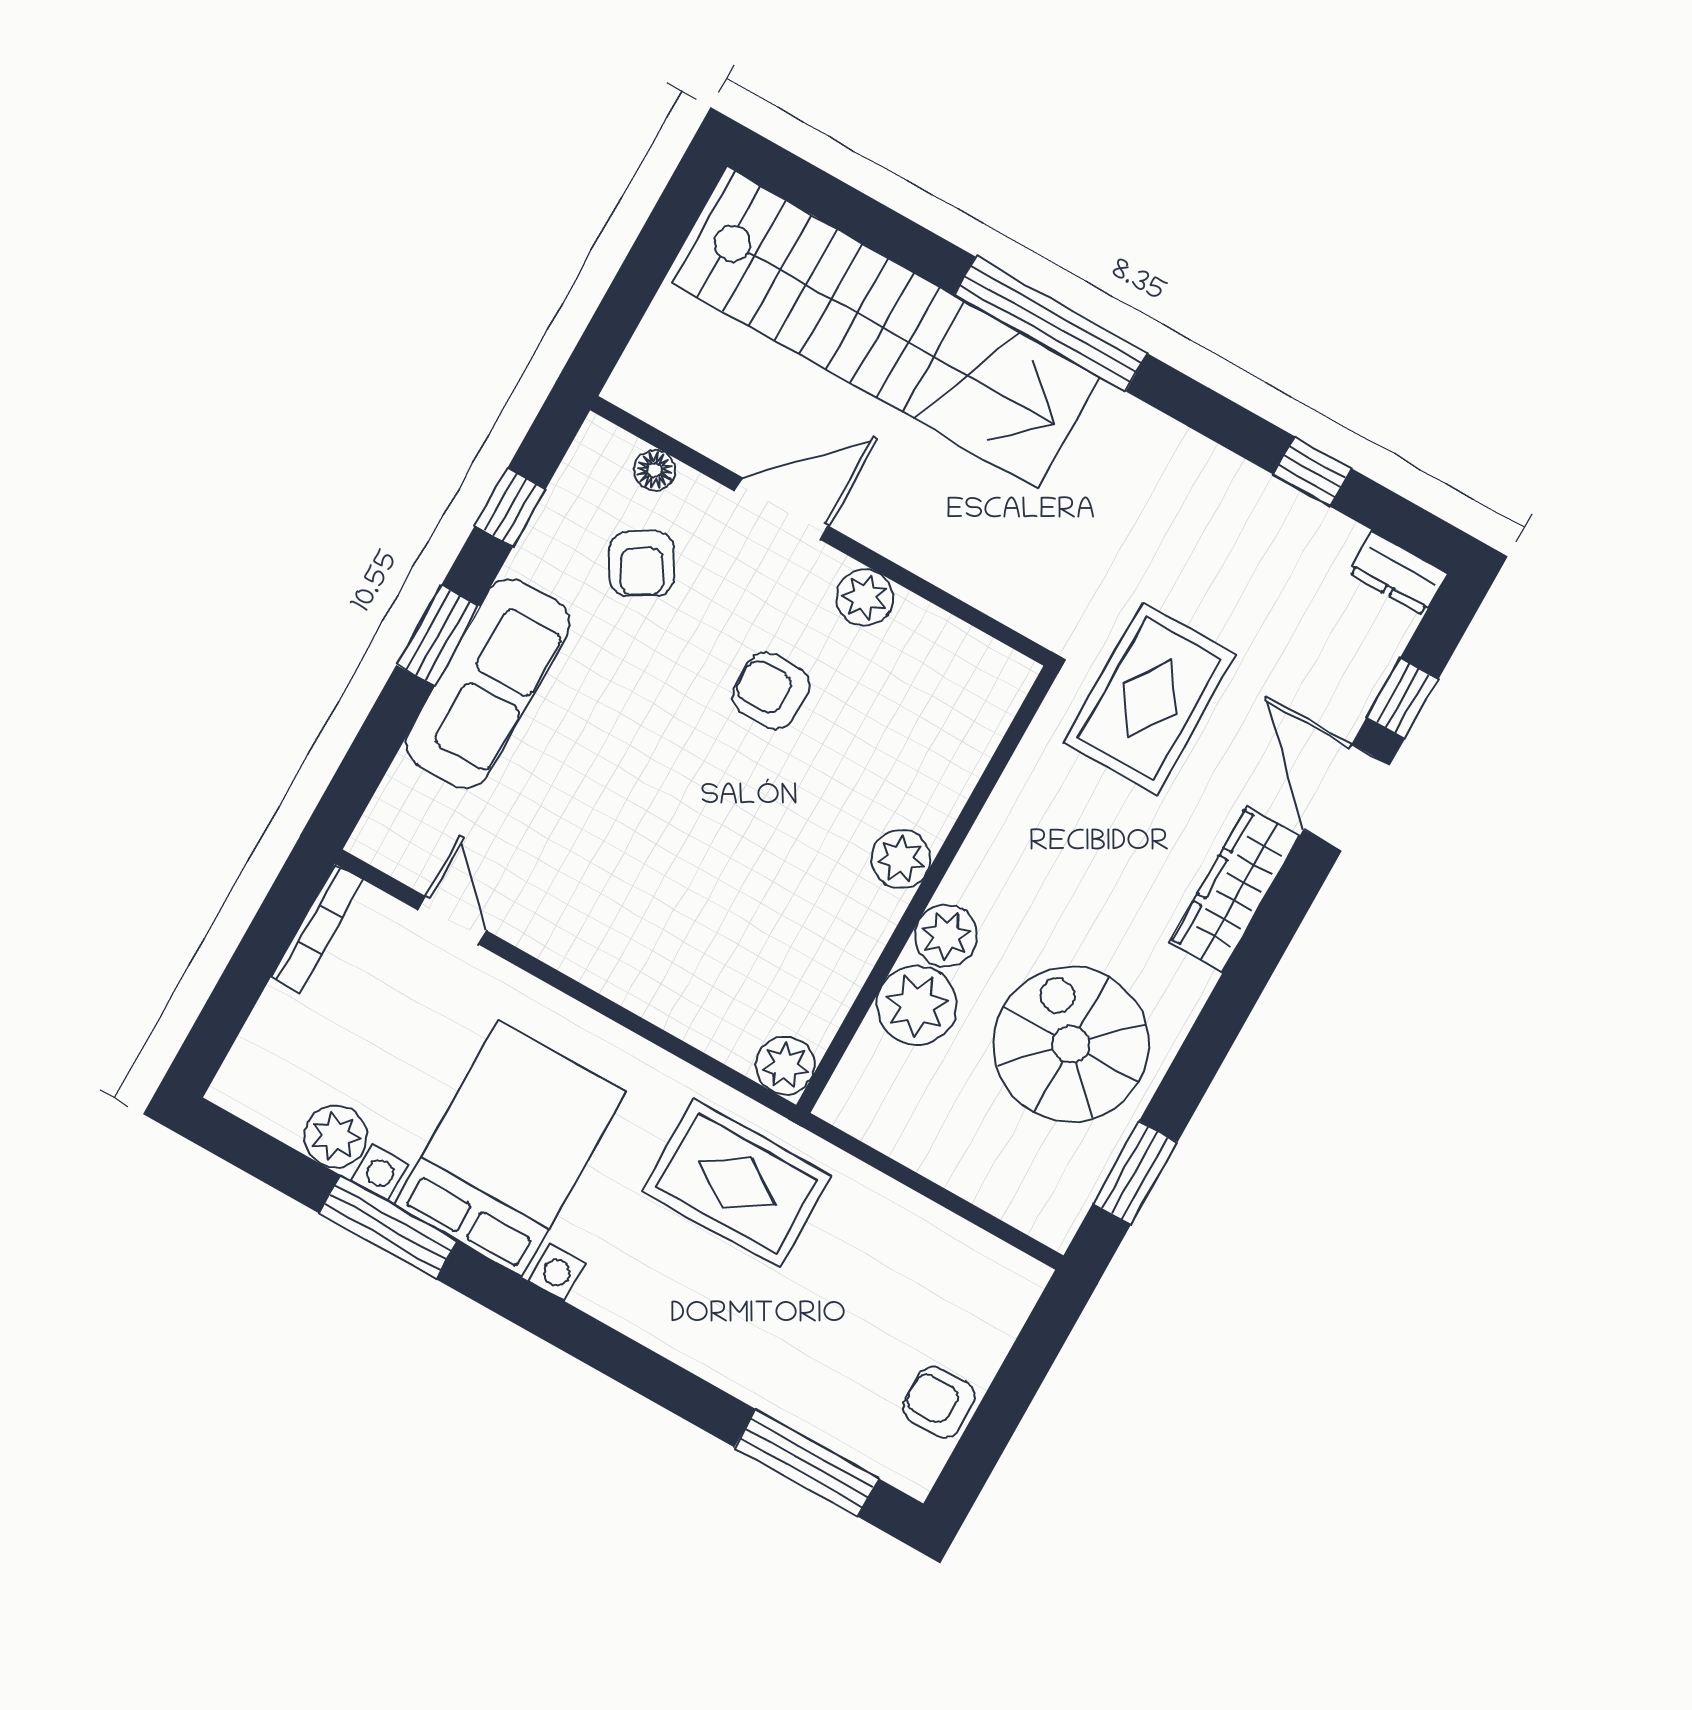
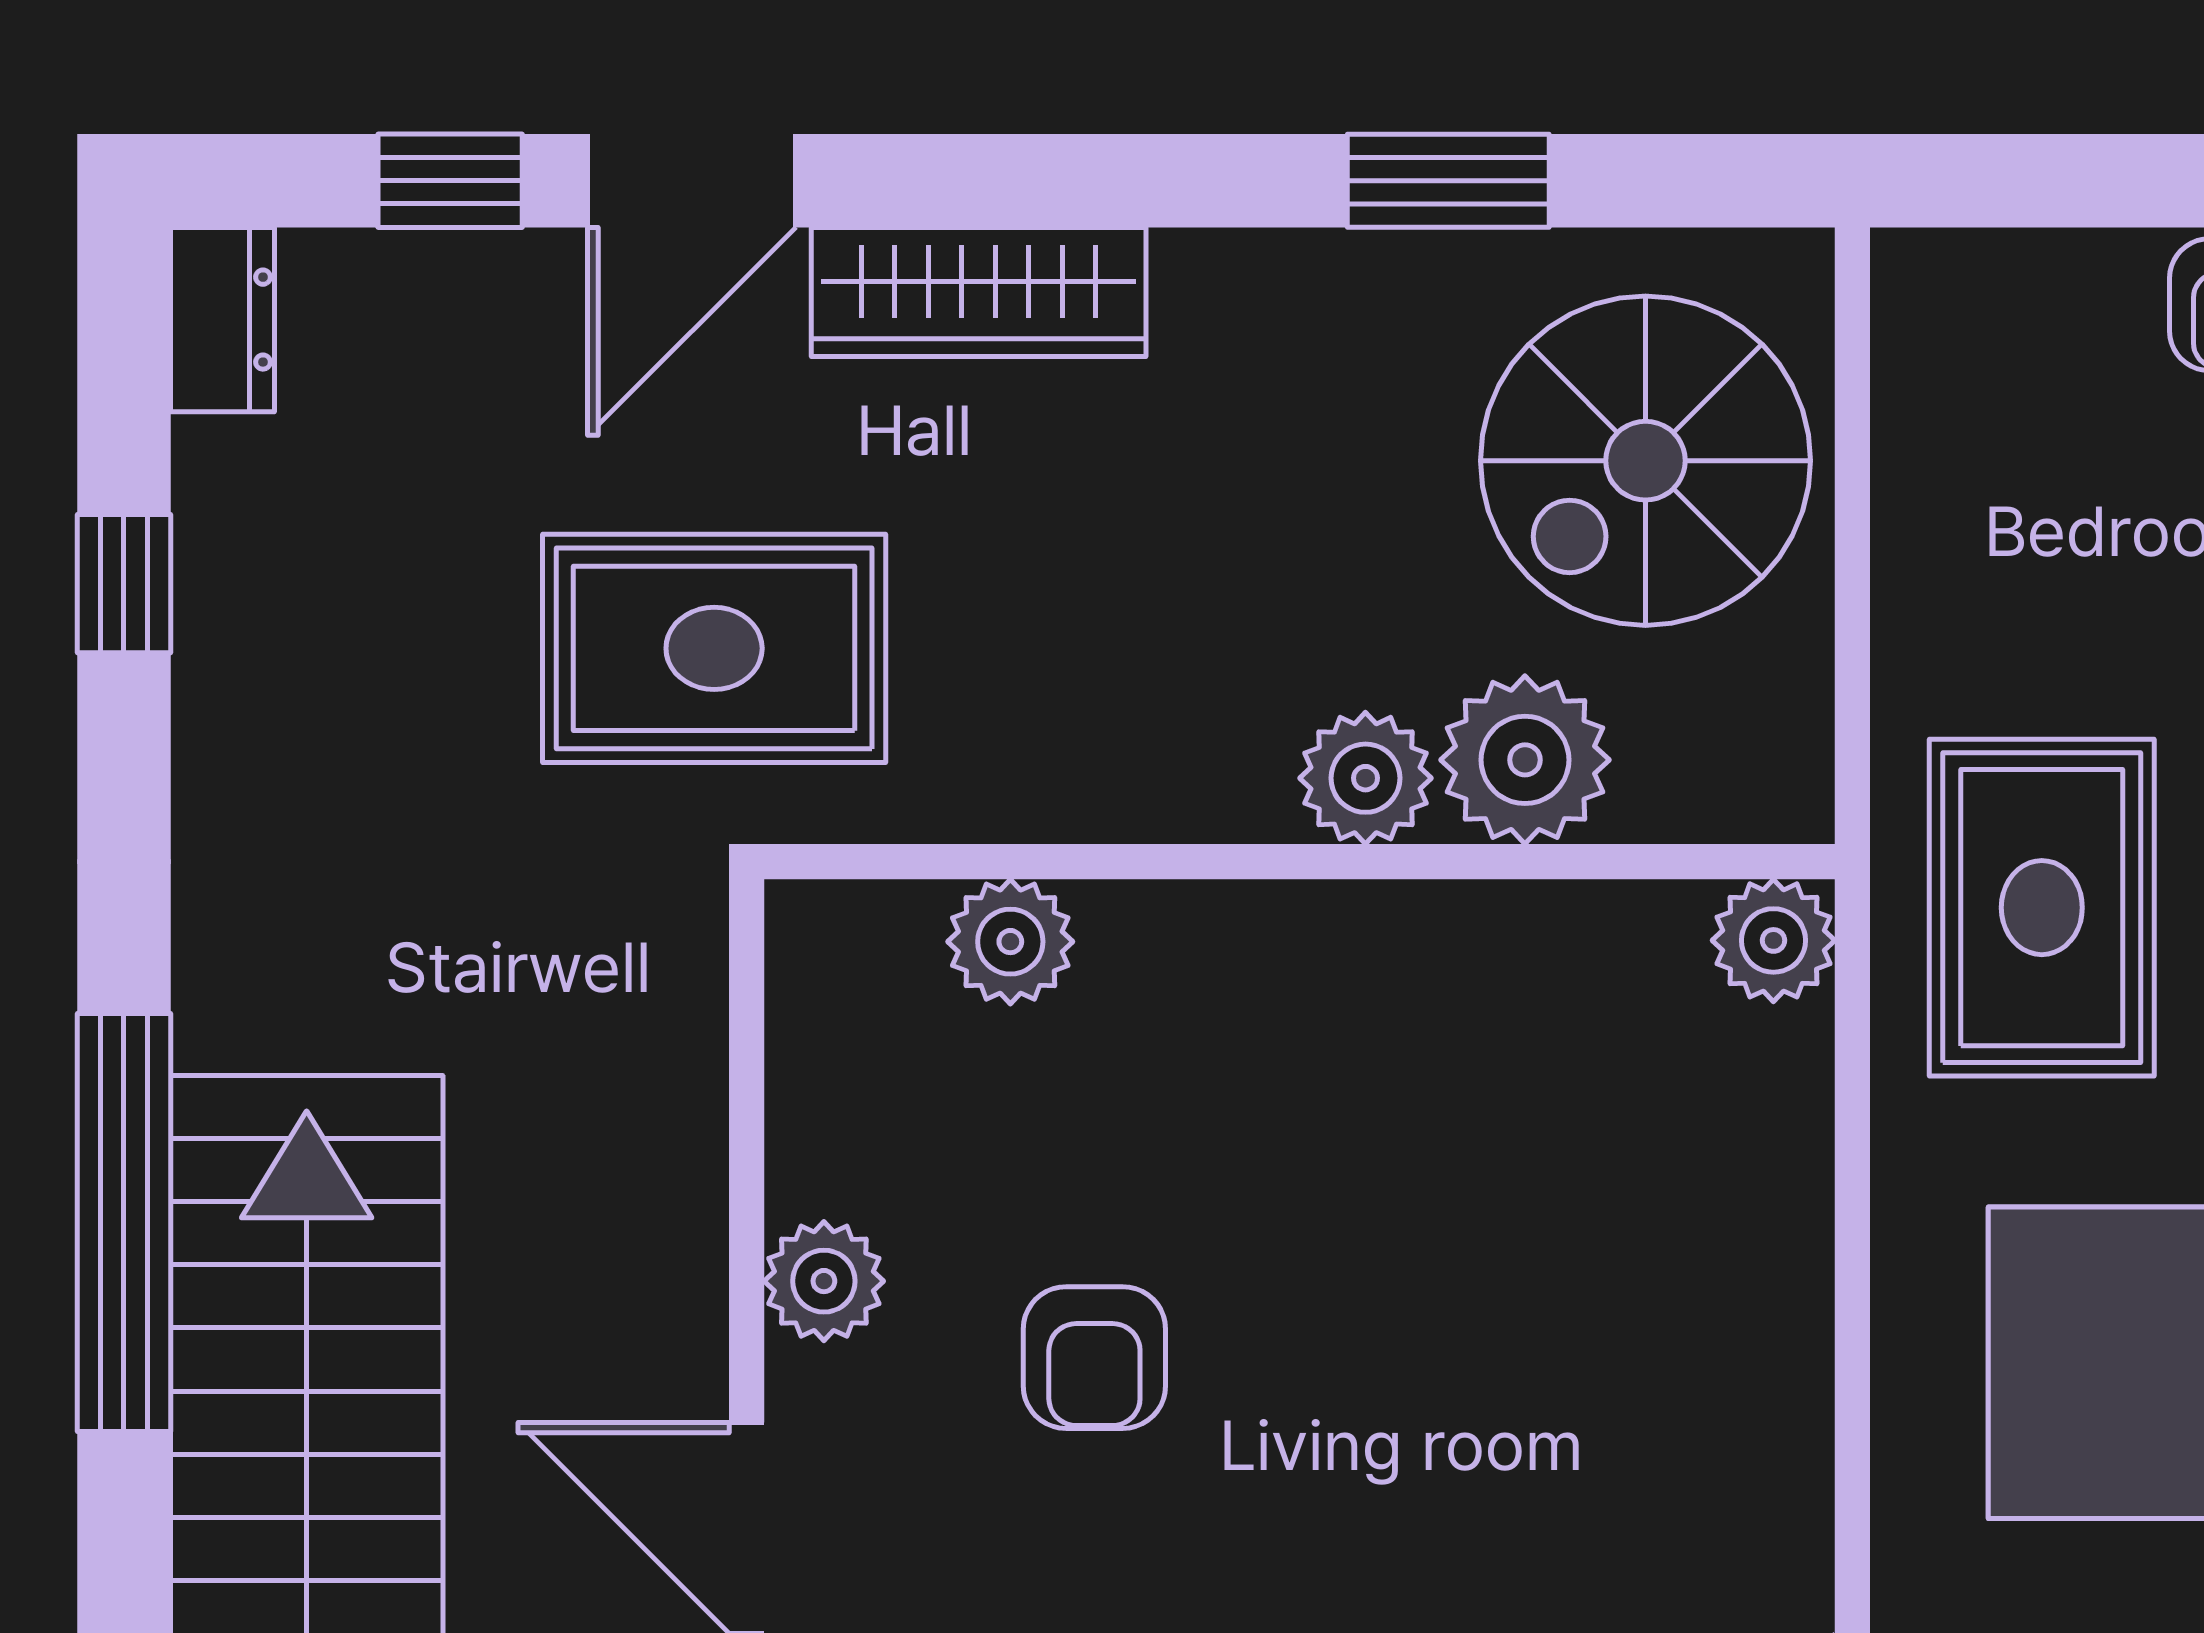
plant: (901, 859) -> (1010, 942), moved
spiral stairs: (1071, 1044) -> (1645, 461), moved
window: (1135, 1173) -> (1448, 181), moved

